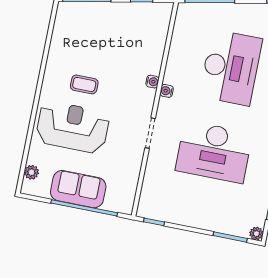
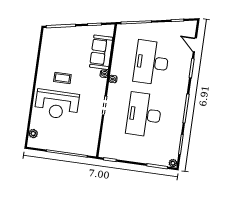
desk: (231, 68) -> (151, 62), turned 180
reception desk: (73, 127) -> (57, 105), turned 180
desk: (214, 152) -> (144, 115), turned 90
sofa: (78, 189) -> (101, 52), moved, turned -90

